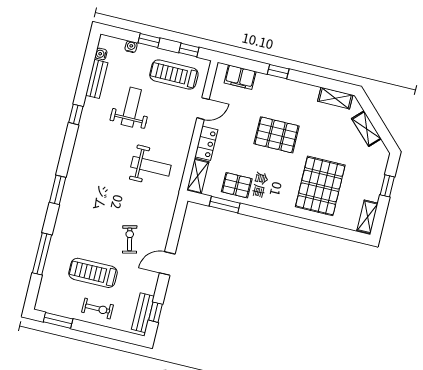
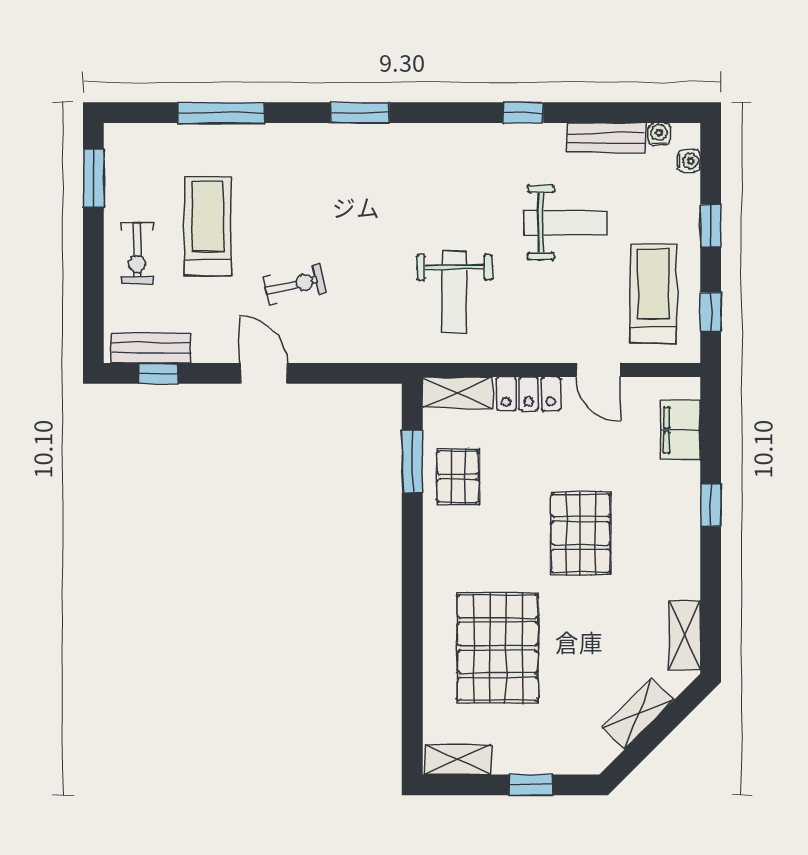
water cooler: (131, 47) -> (689, 161), moved
pallet: (320, 186) -> (498, 648), turned 90

